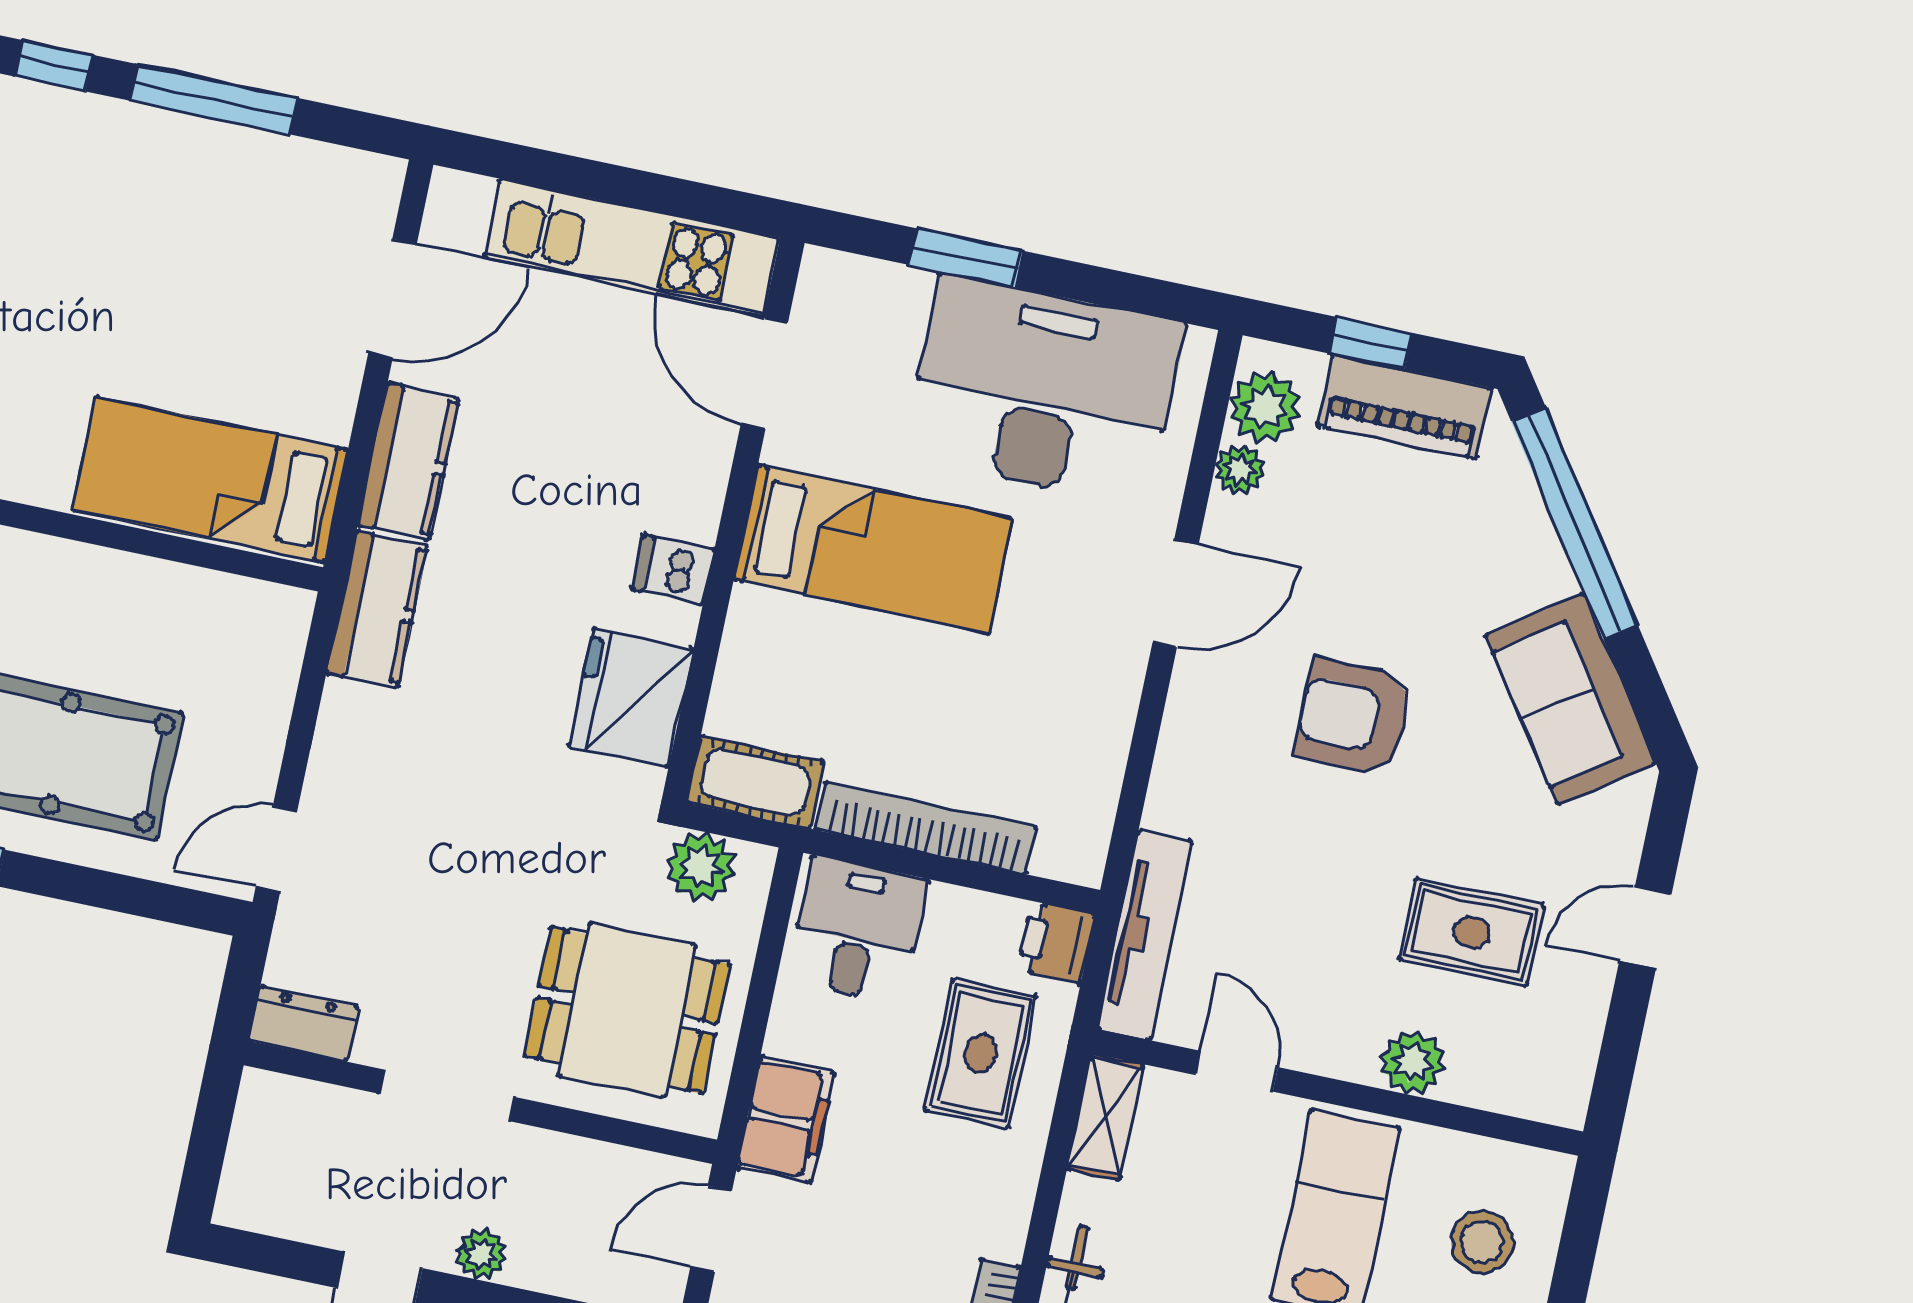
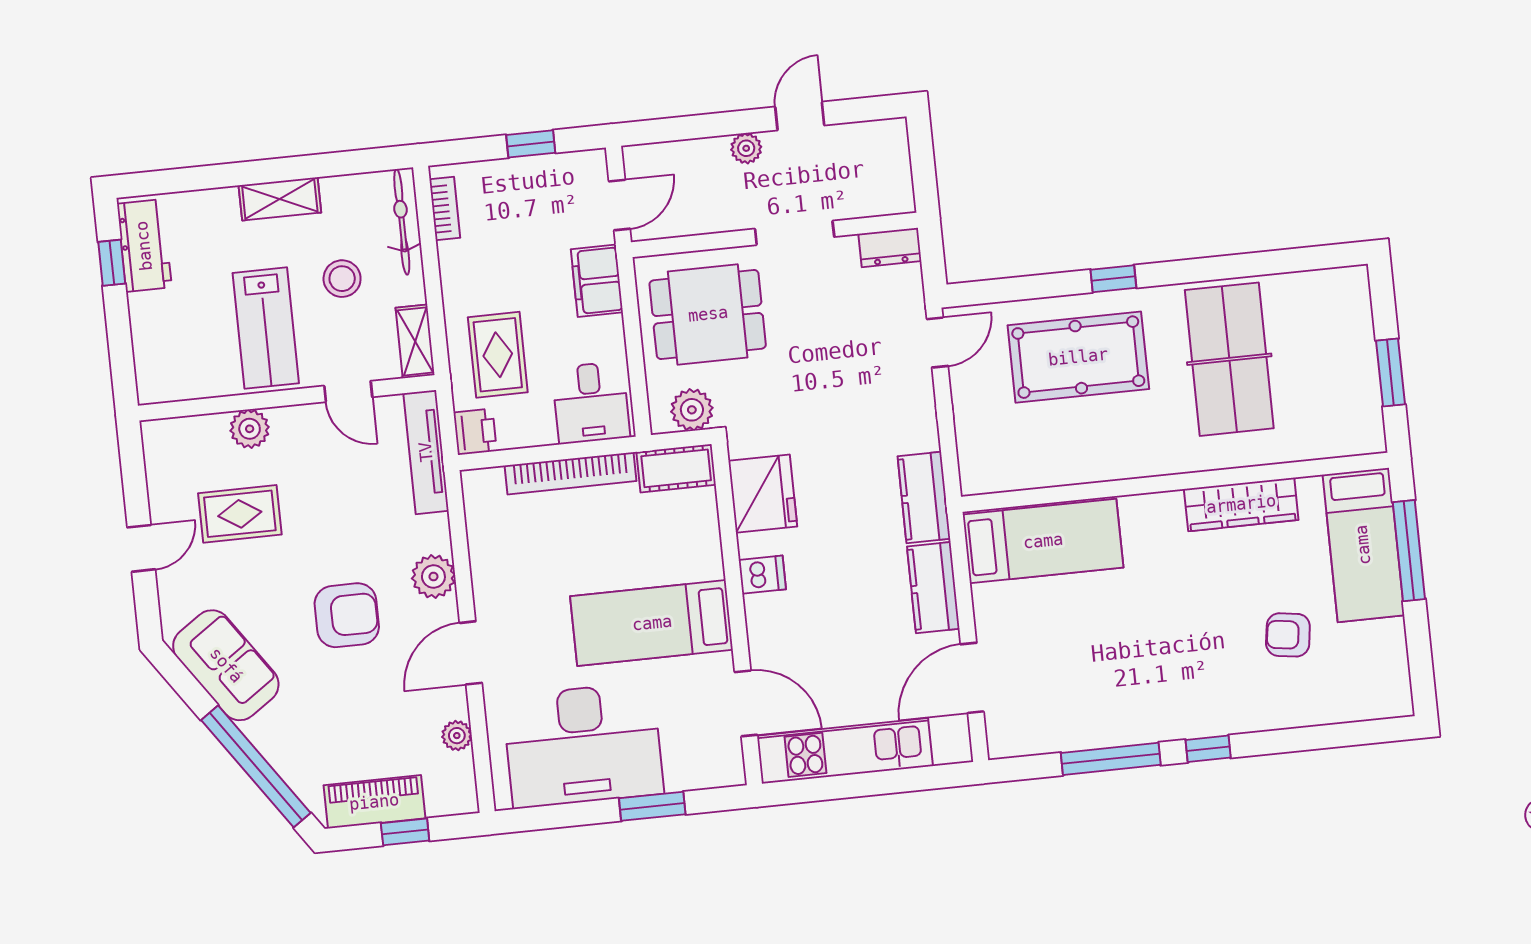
plant: (1265, 407) -> (433, 577), moved
stool: (1482, 1242) -> (342, 279), moved

